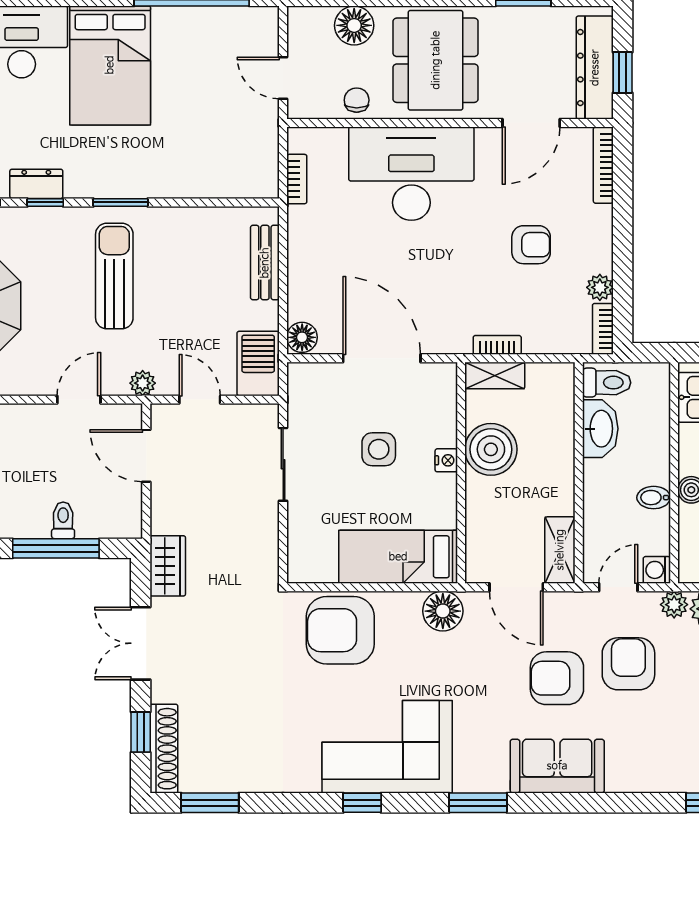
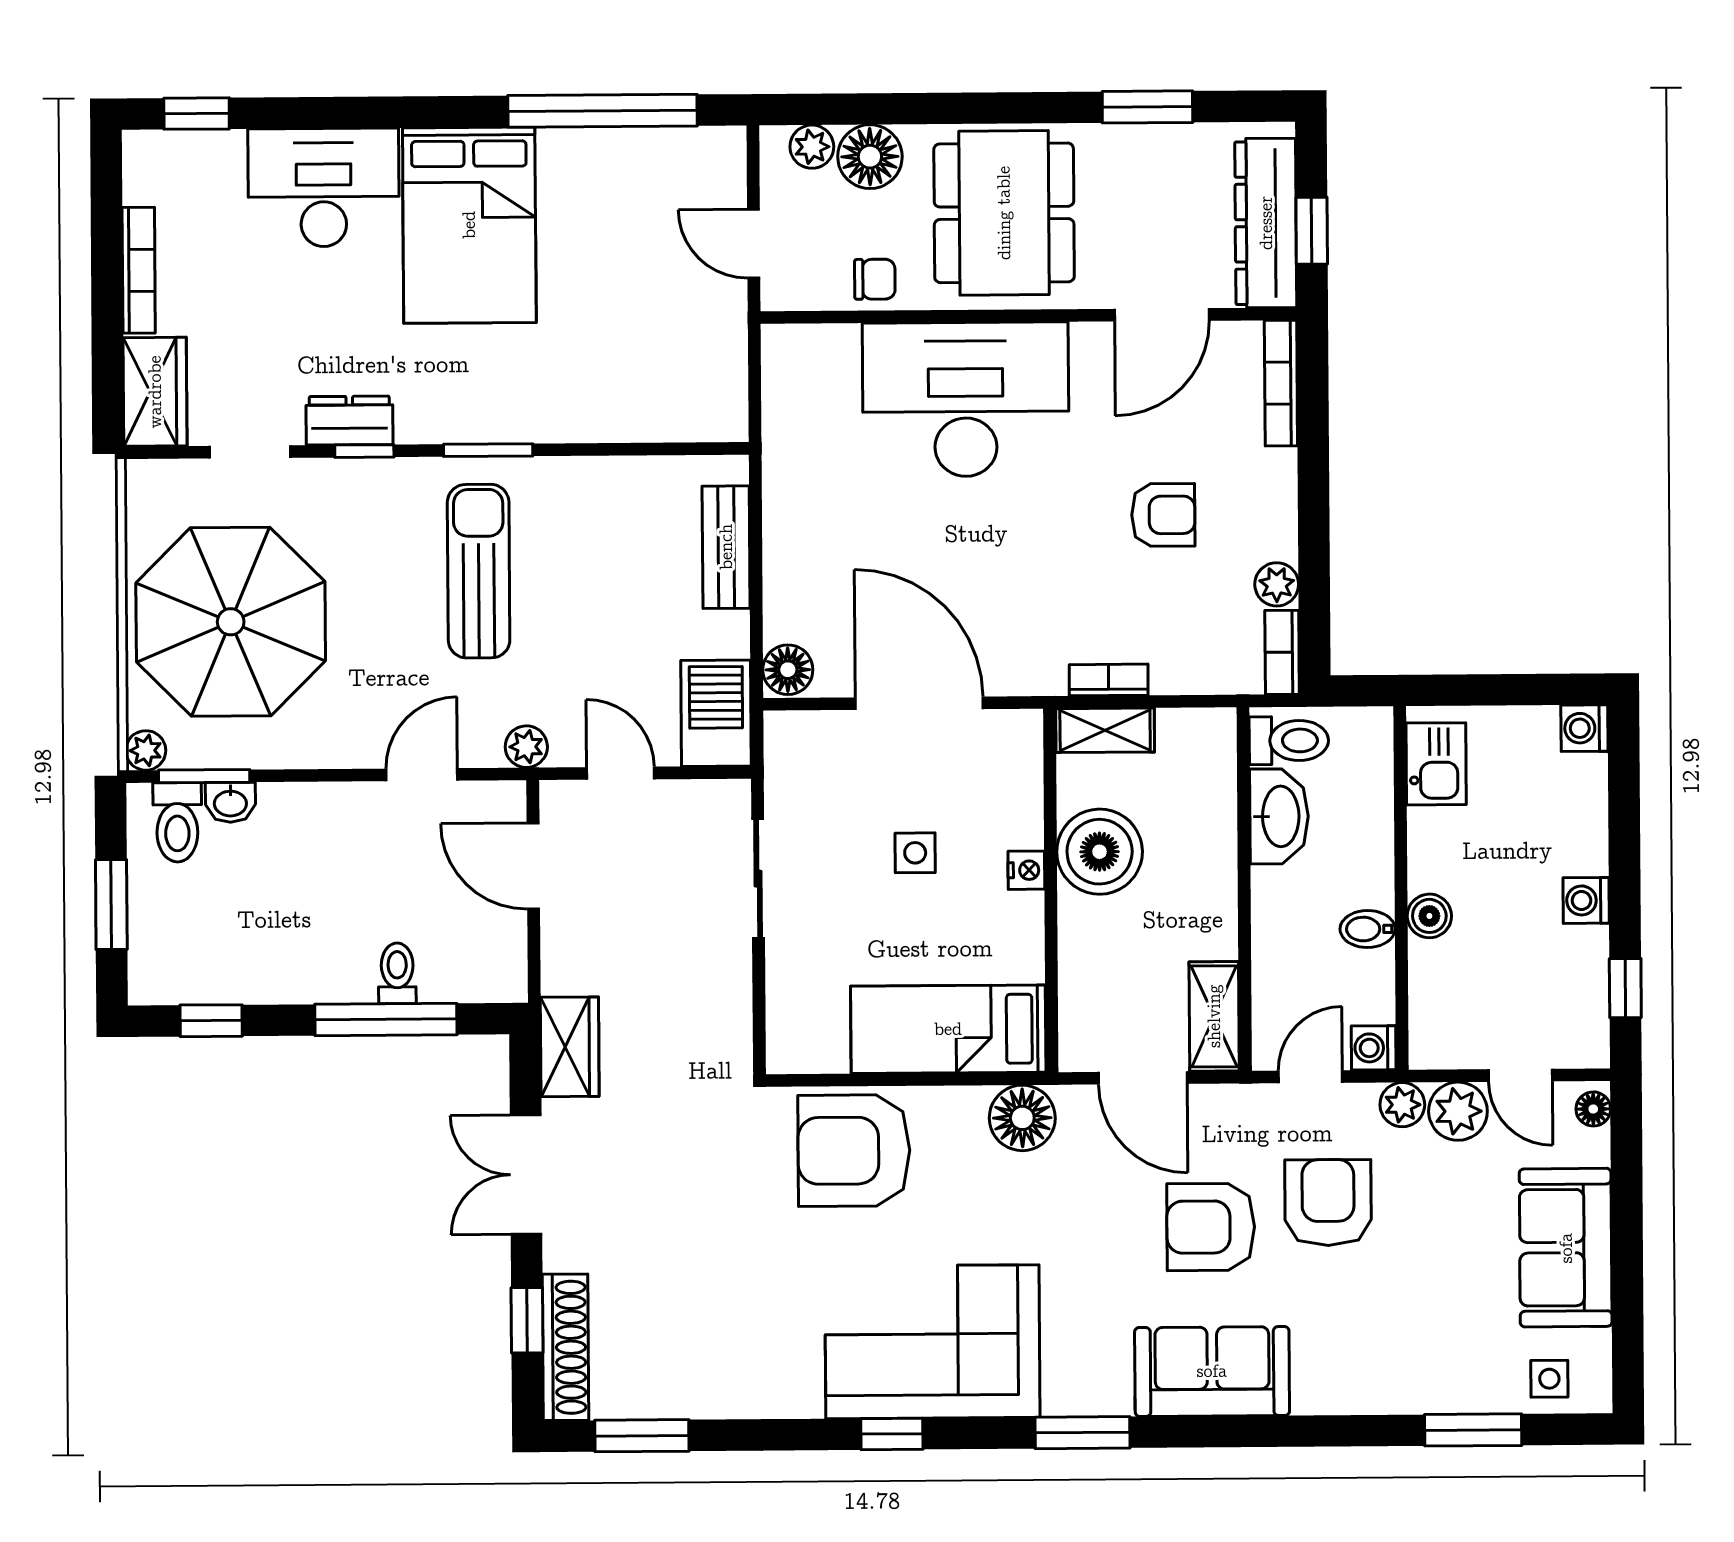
plant: (319, 19) -> (812, 147), added
chair: (357, 100) -> (875, 279), turned 90
bookcase: (297, 179) -> (777, 410), removed
side table: (379, 449) -> (915, 853), width x0.73, depth x0.73

